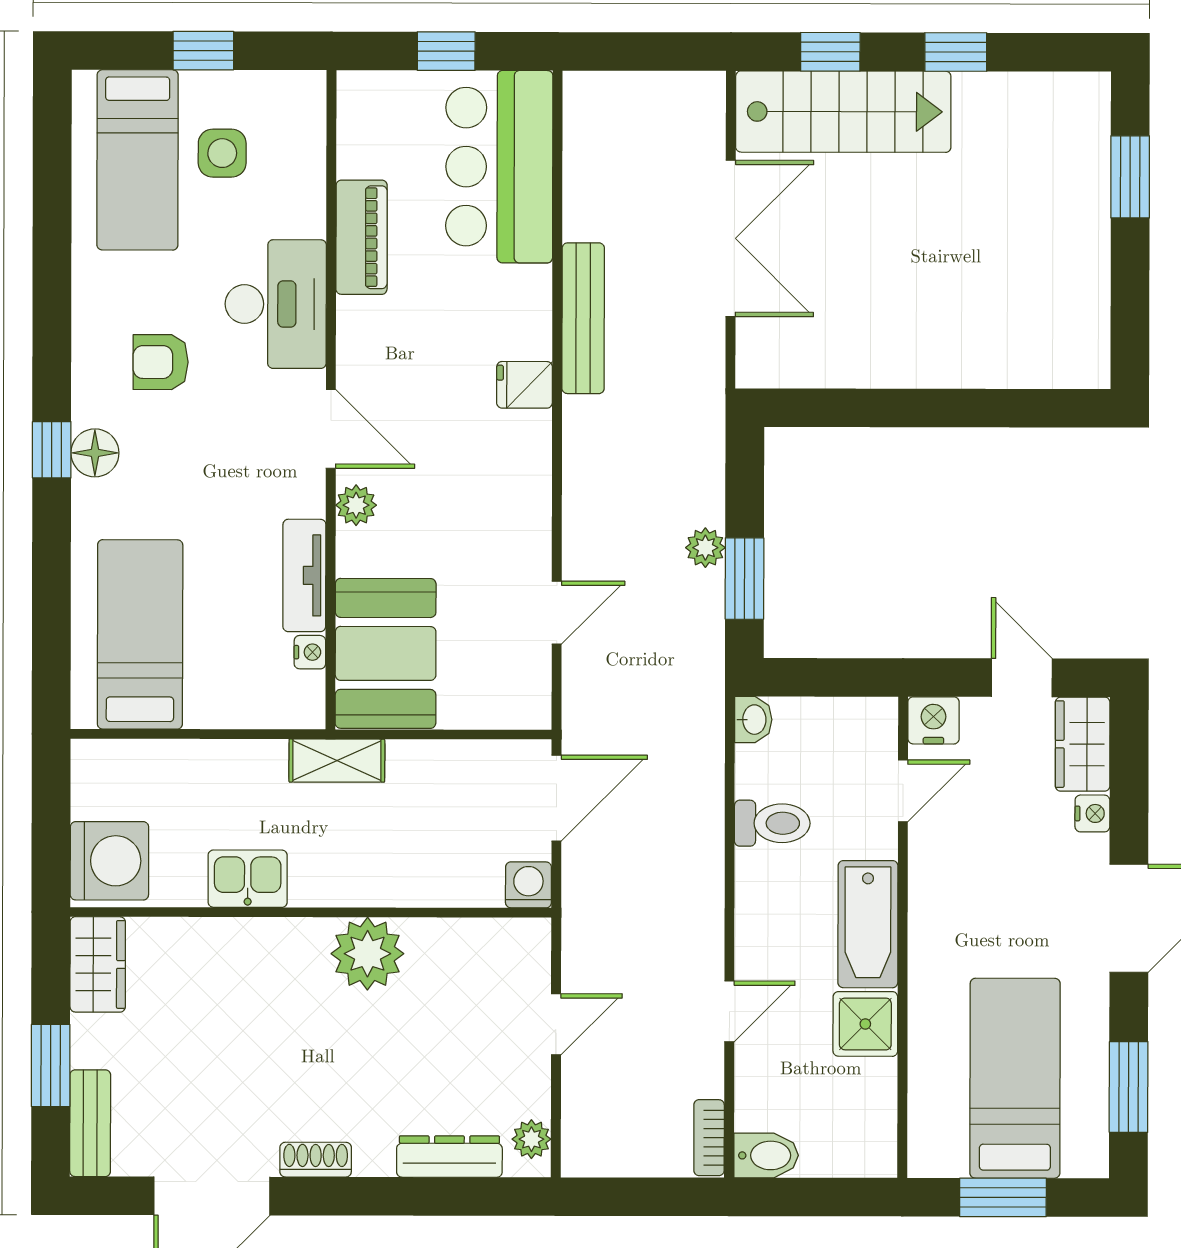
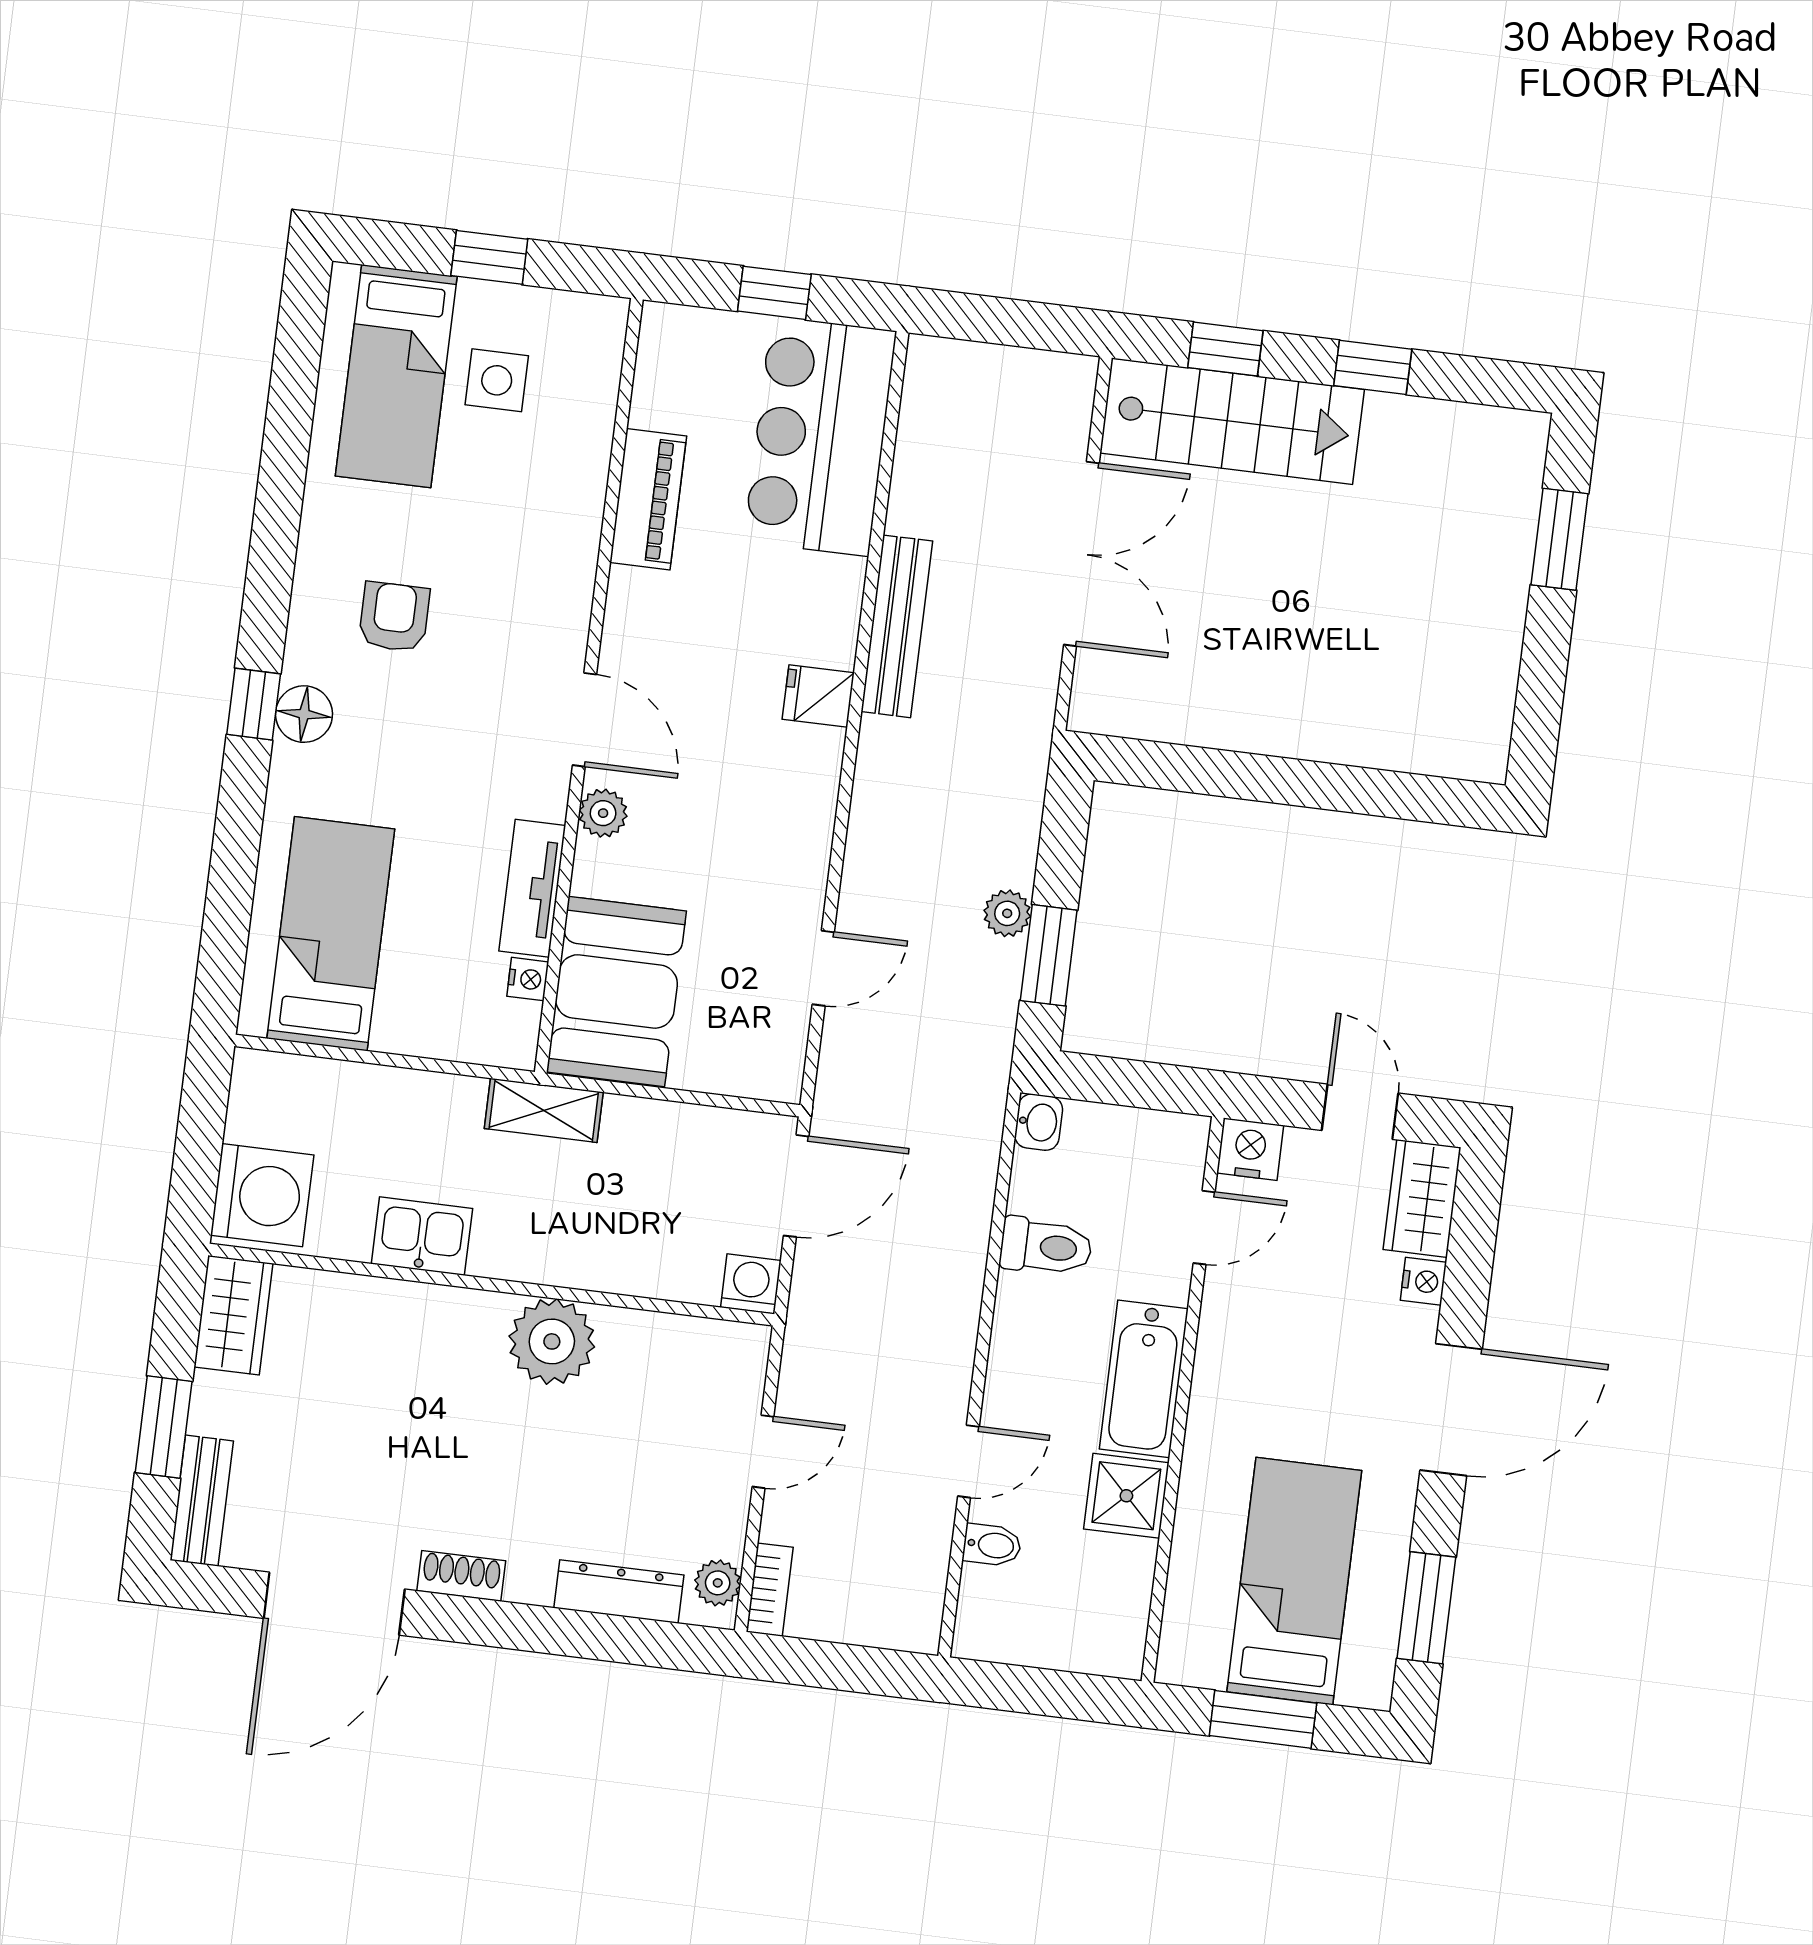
desk: (276, 304) -> (538, 565), removed
armchair: (161, 362) -> (394, 617), turned 90
bookcase: (709, 1138) -> (770, 1590), moved, turned 180
bidet: (766, 1155) -> (992, 1545), moved, width x0.72, depth x0.74

